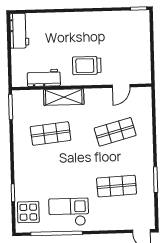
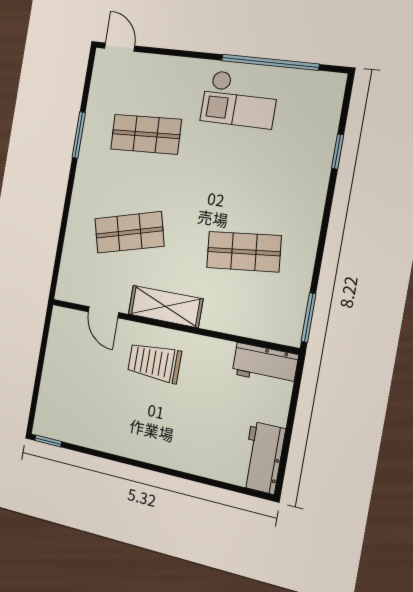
trolley: (87, 66) -> (154, 362), turned 180
workbench: (44, 78) -> (265, 364), moved
door: (121, 86) -> (103, 312), swing flipped
shelving: (64, 97) -> (165, 306), moved
display table: (28, 212) -> (315, 110), removed

